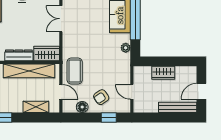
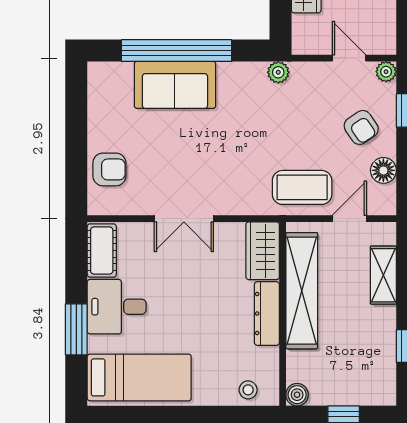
plant: (126, 48) -> (278, 72), moved
door: (132, 92) -> (349, 58), swing flipped
plant: (126, 108) -> (386, 72), added

